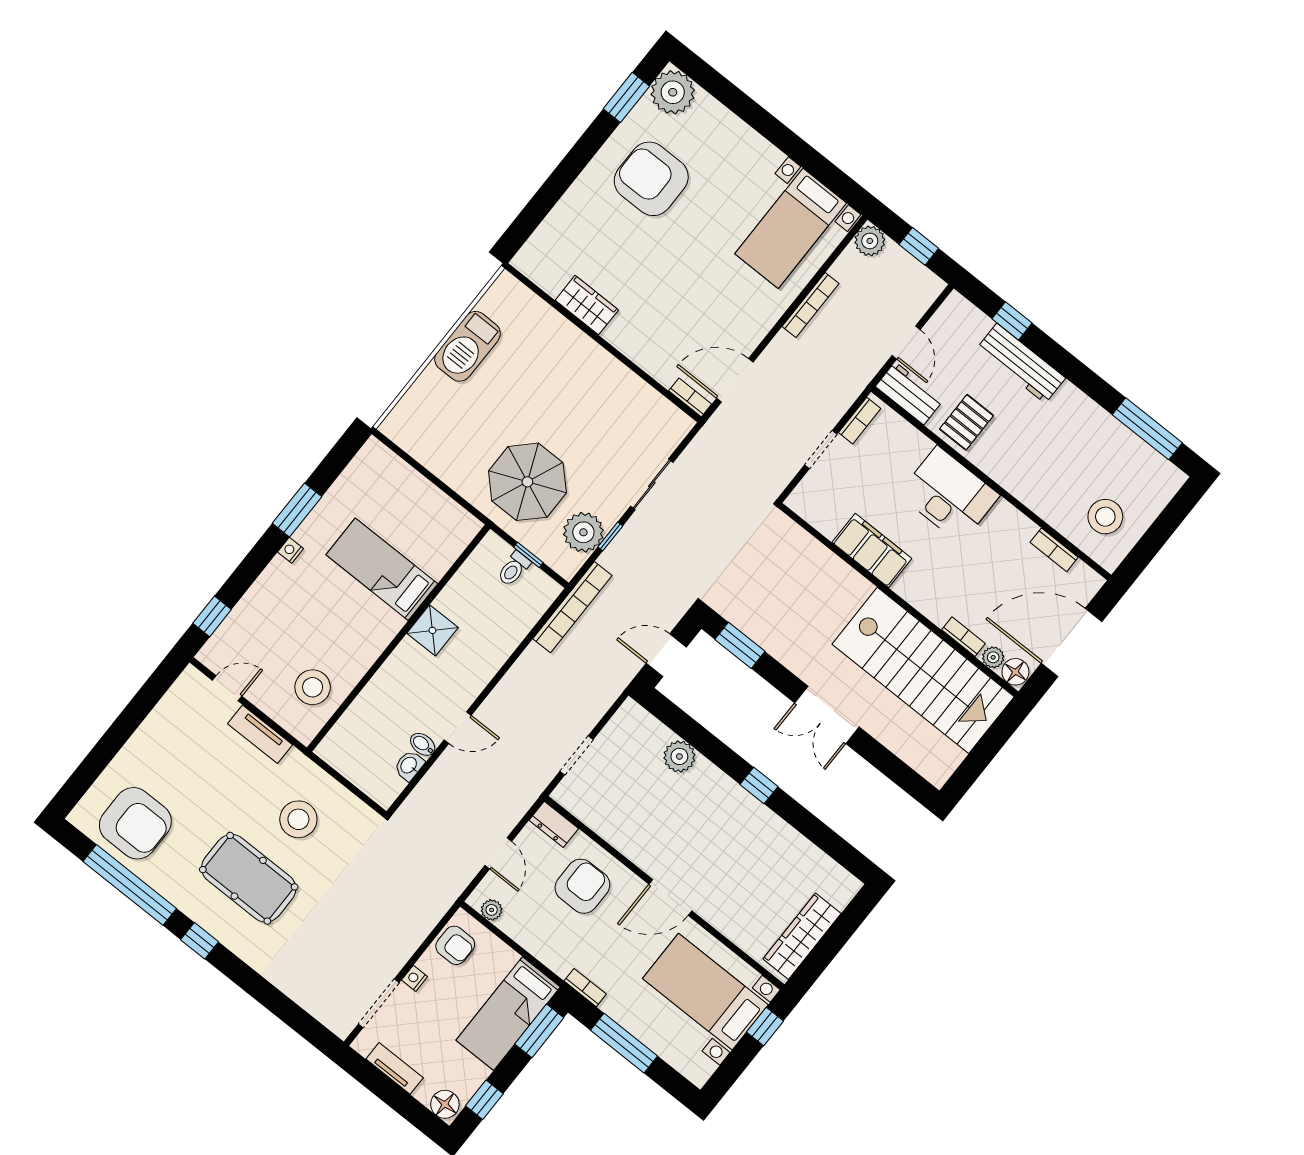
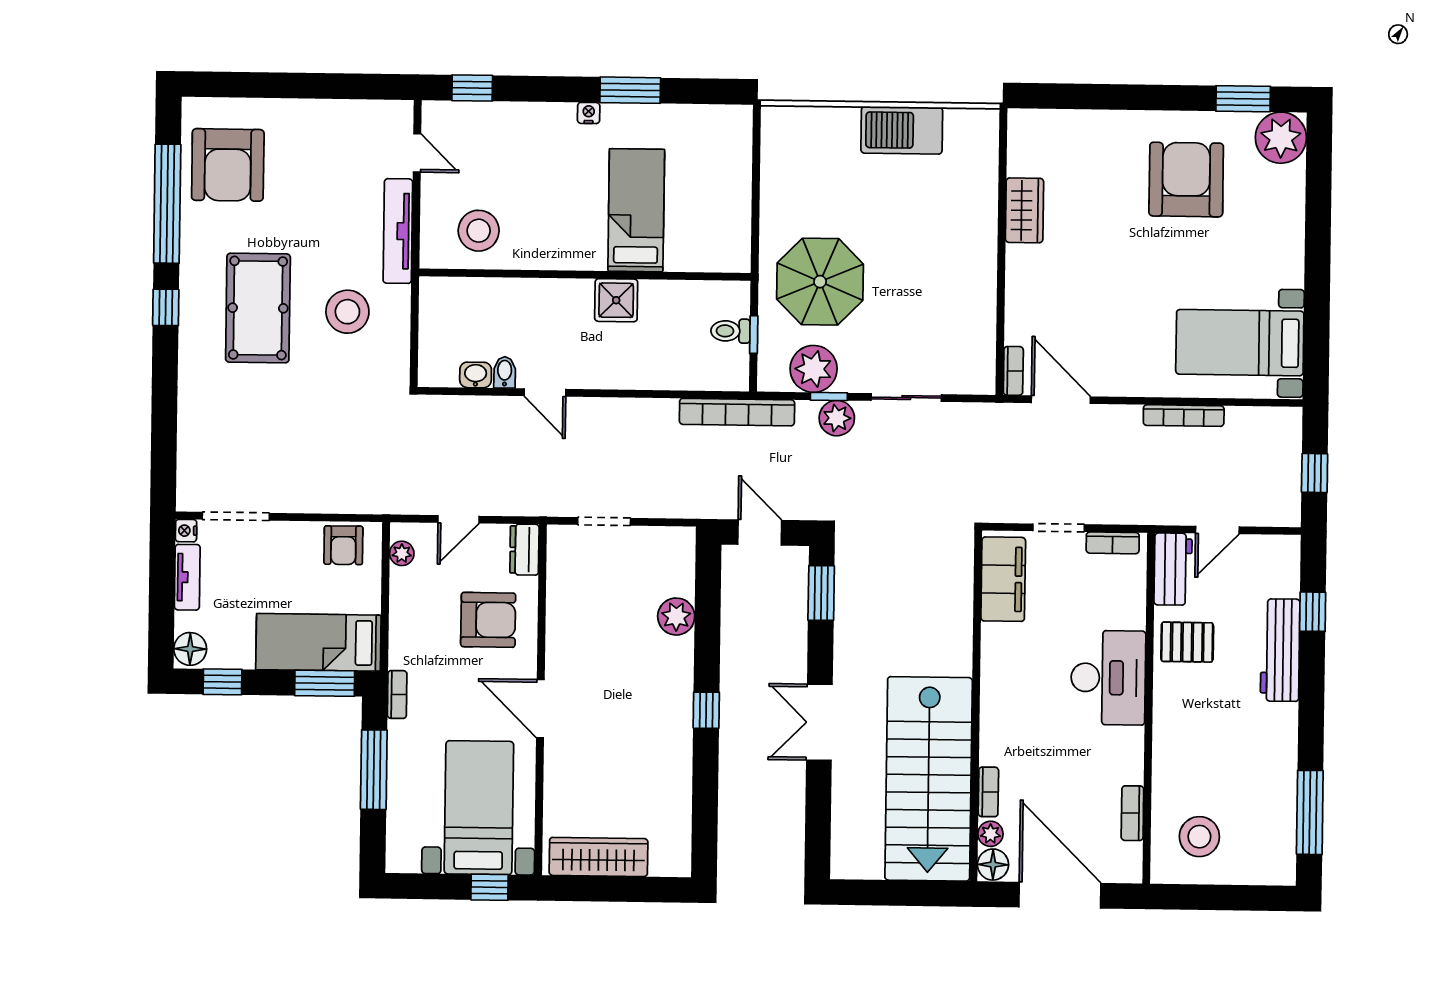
plant: (870, 241) -> (837, 418), moved
filing cabinet: (872, 550) -> (1003, 579), moved
tv unit: (260, 734) -> (398, 231), width x1.41
nightstand: (414, 978) -> (186, 531), moved, turned -90

